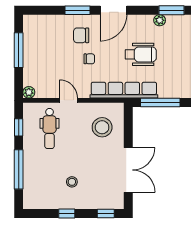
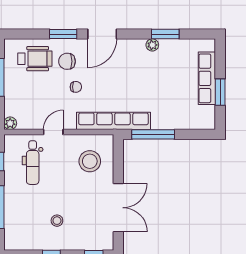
wheelchair: (141, 54) -> (35, 59), moved
door: (69, 100) -> (53, 132), hinge flipped

